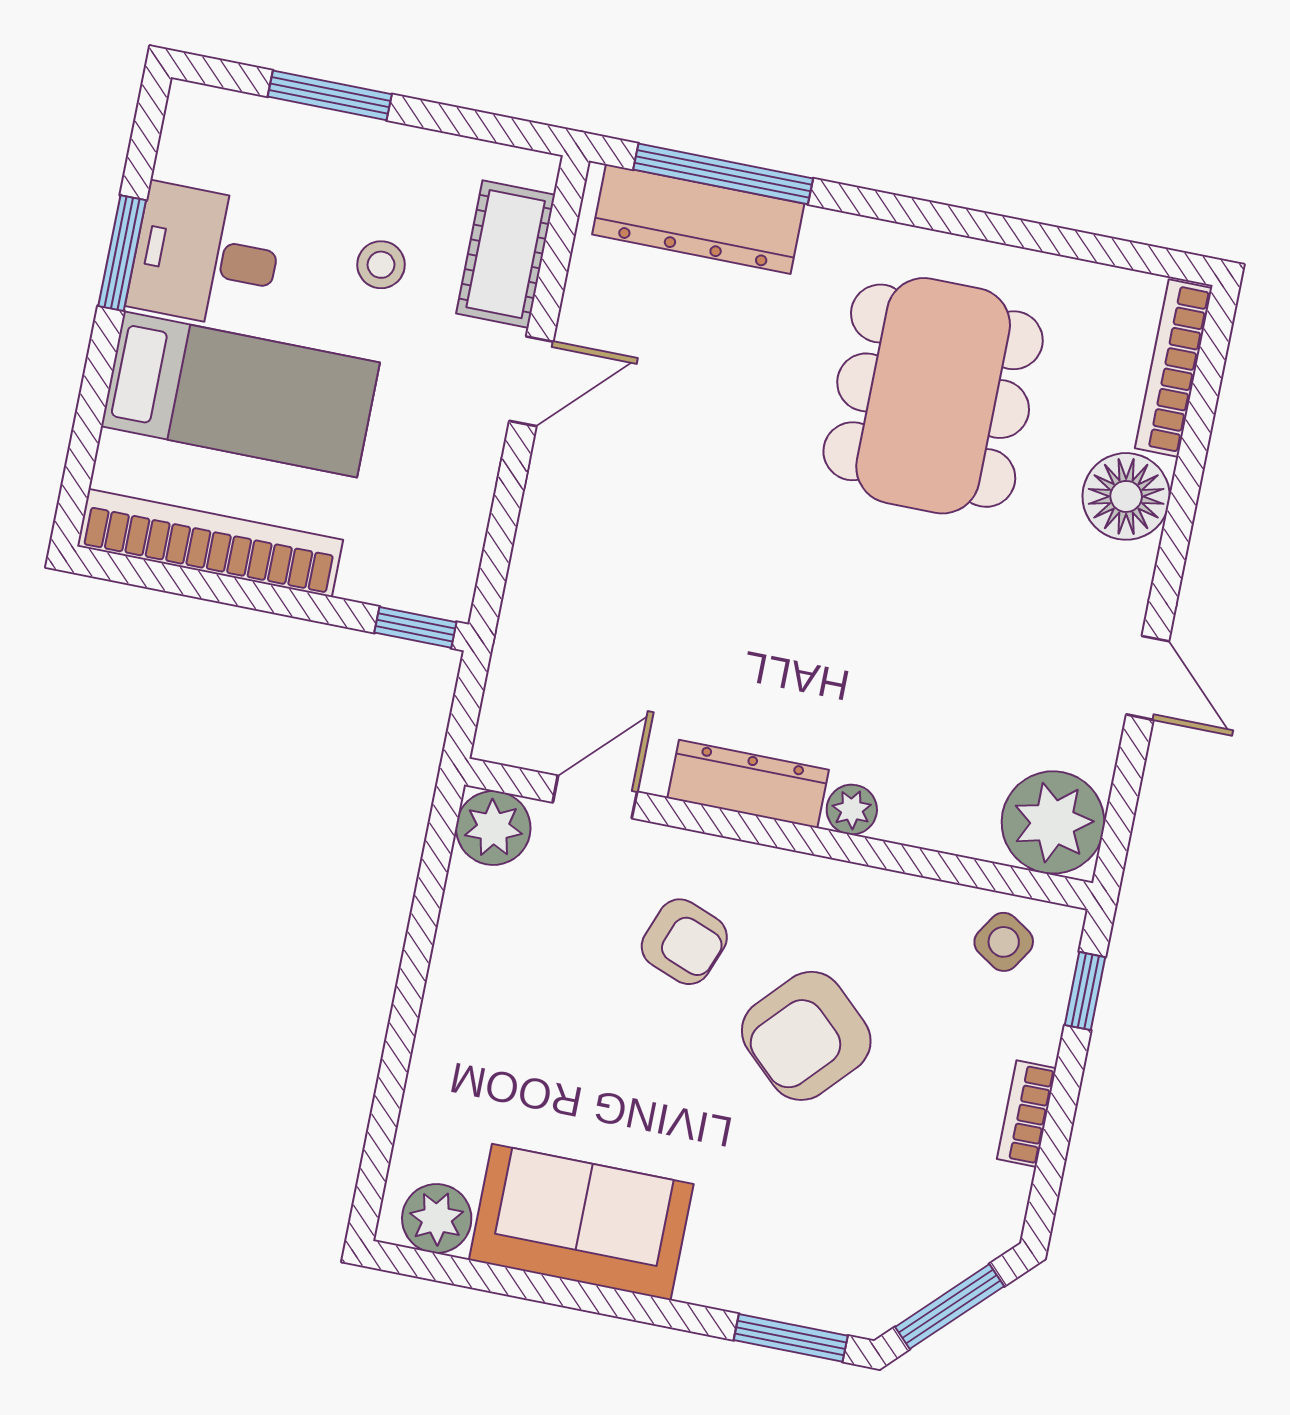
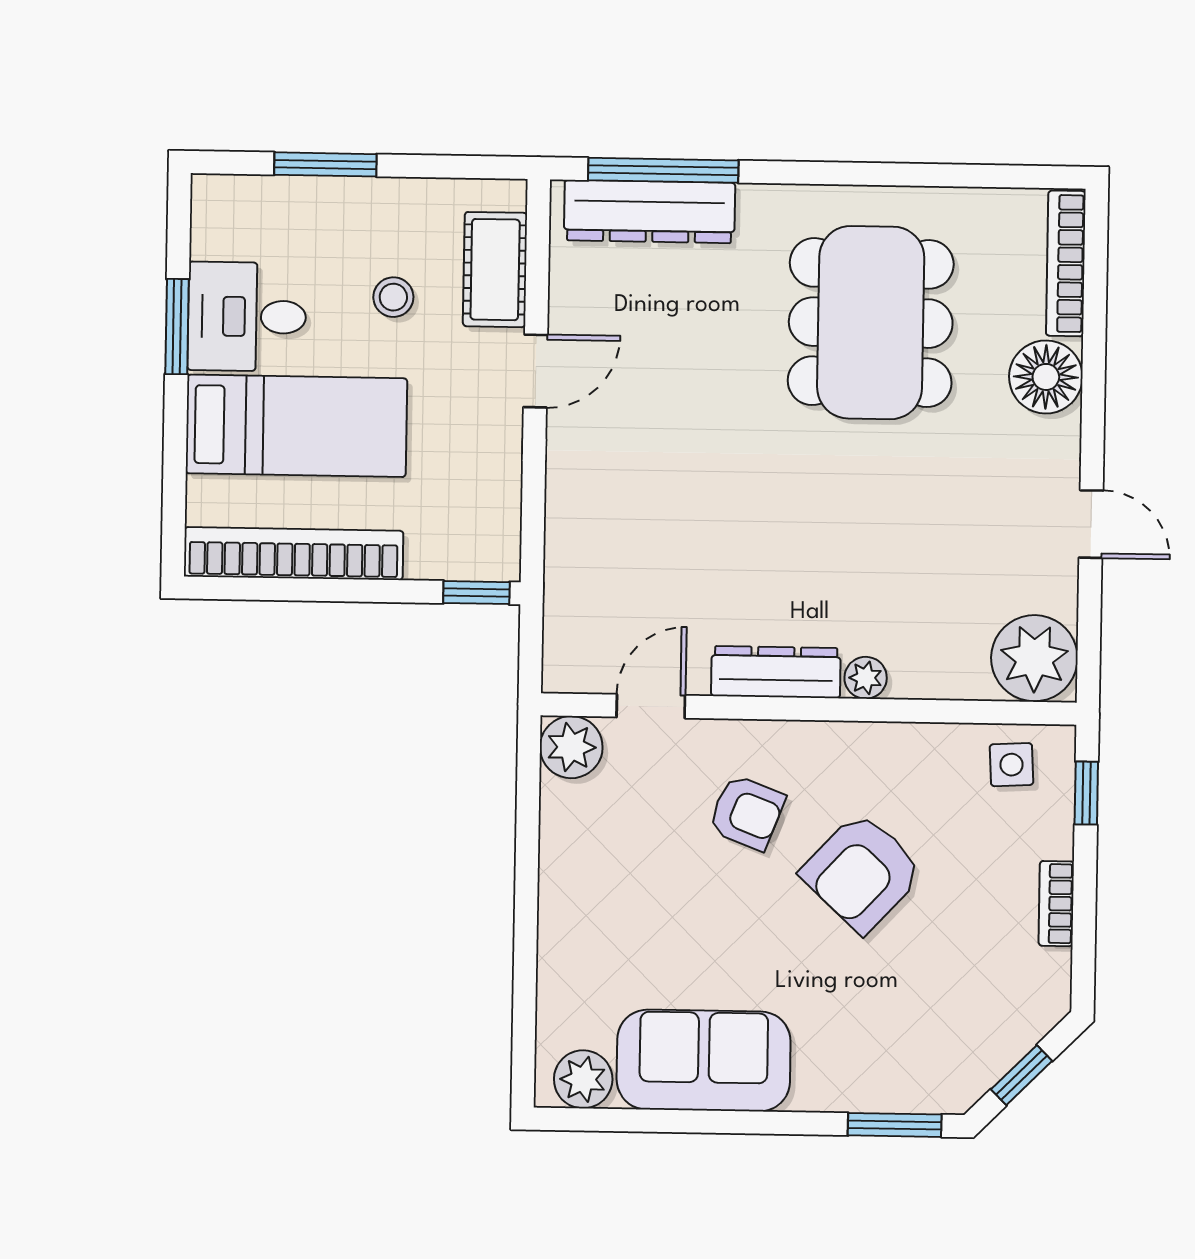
side table: (1004, 942) -> (1011, 765), turned -36
window: (950, 1307) -> (1022, 1075), width x0.67

